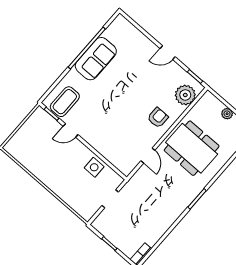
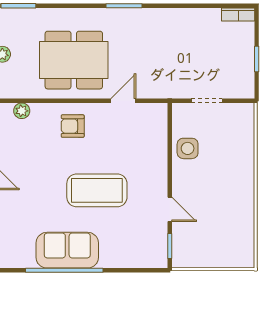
plant: (185, 95) -> (22, 111), width x0.53, depth x0.53
coffee table: (65, 102) -> (97, 190), moved, width x1.36, depth x1.32
dining table: (192, 148) -> (74, 60), turned 90

